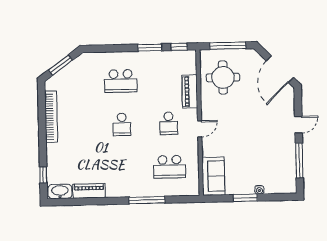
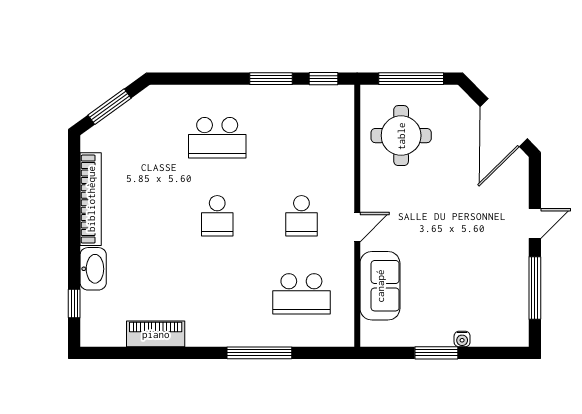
piano: (190, 92) -> (341, 160), removed
sofa: (213, 176) -> (380, 286), moved
washbasin: (60, 191) -> (93, 269), moved, turned 90

